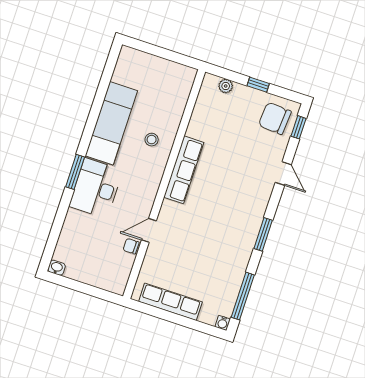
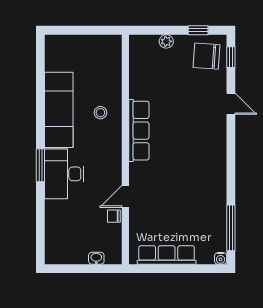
window: (258, 85) -> (198, 30), moved
plant: (226, 86) -> (166, 41), moved
window: (263, 234) -> (231, 165), removed
washbasin: (57, 268) -> (96, 258), moved

